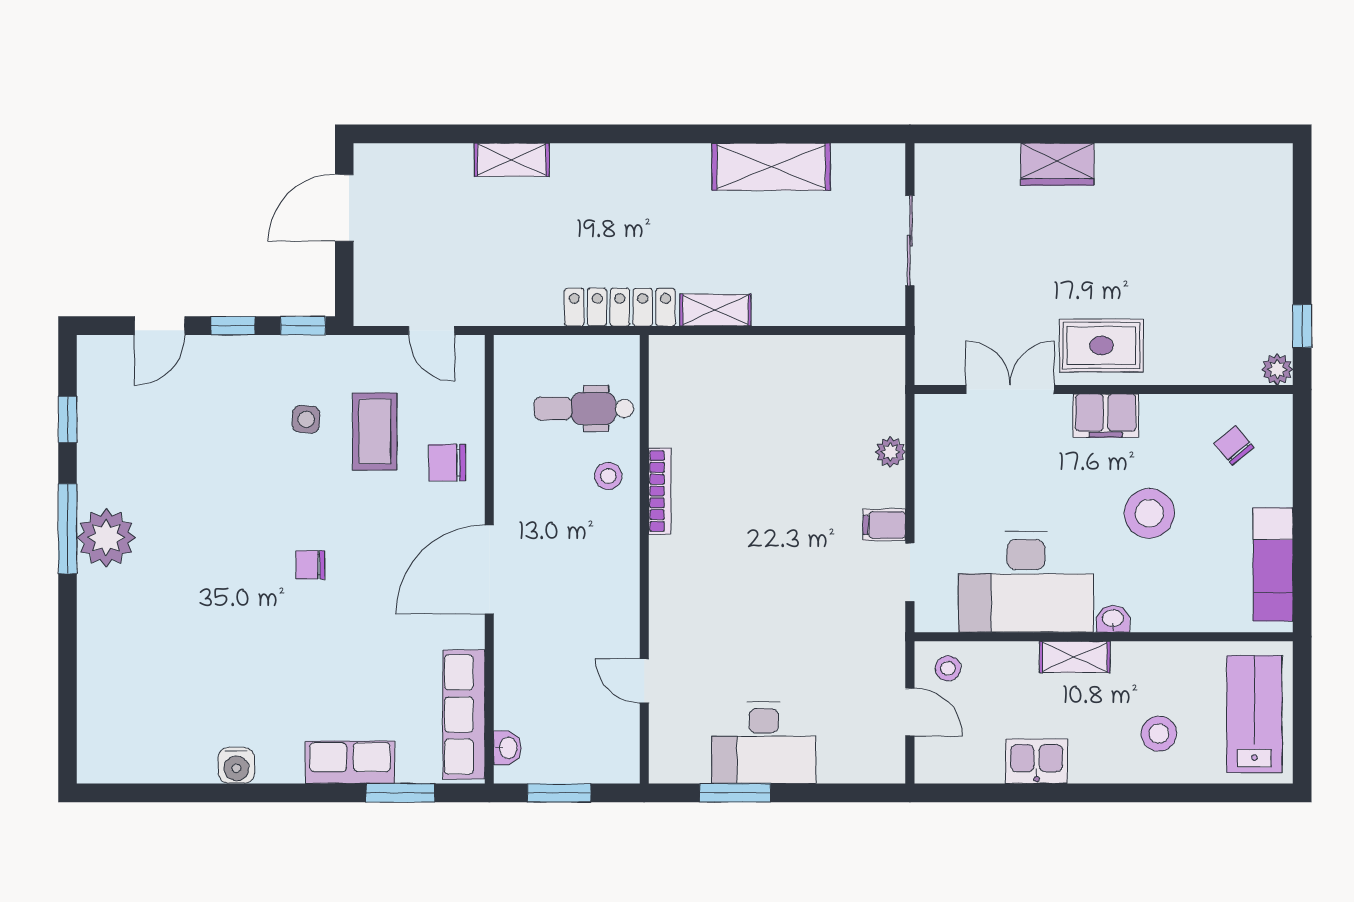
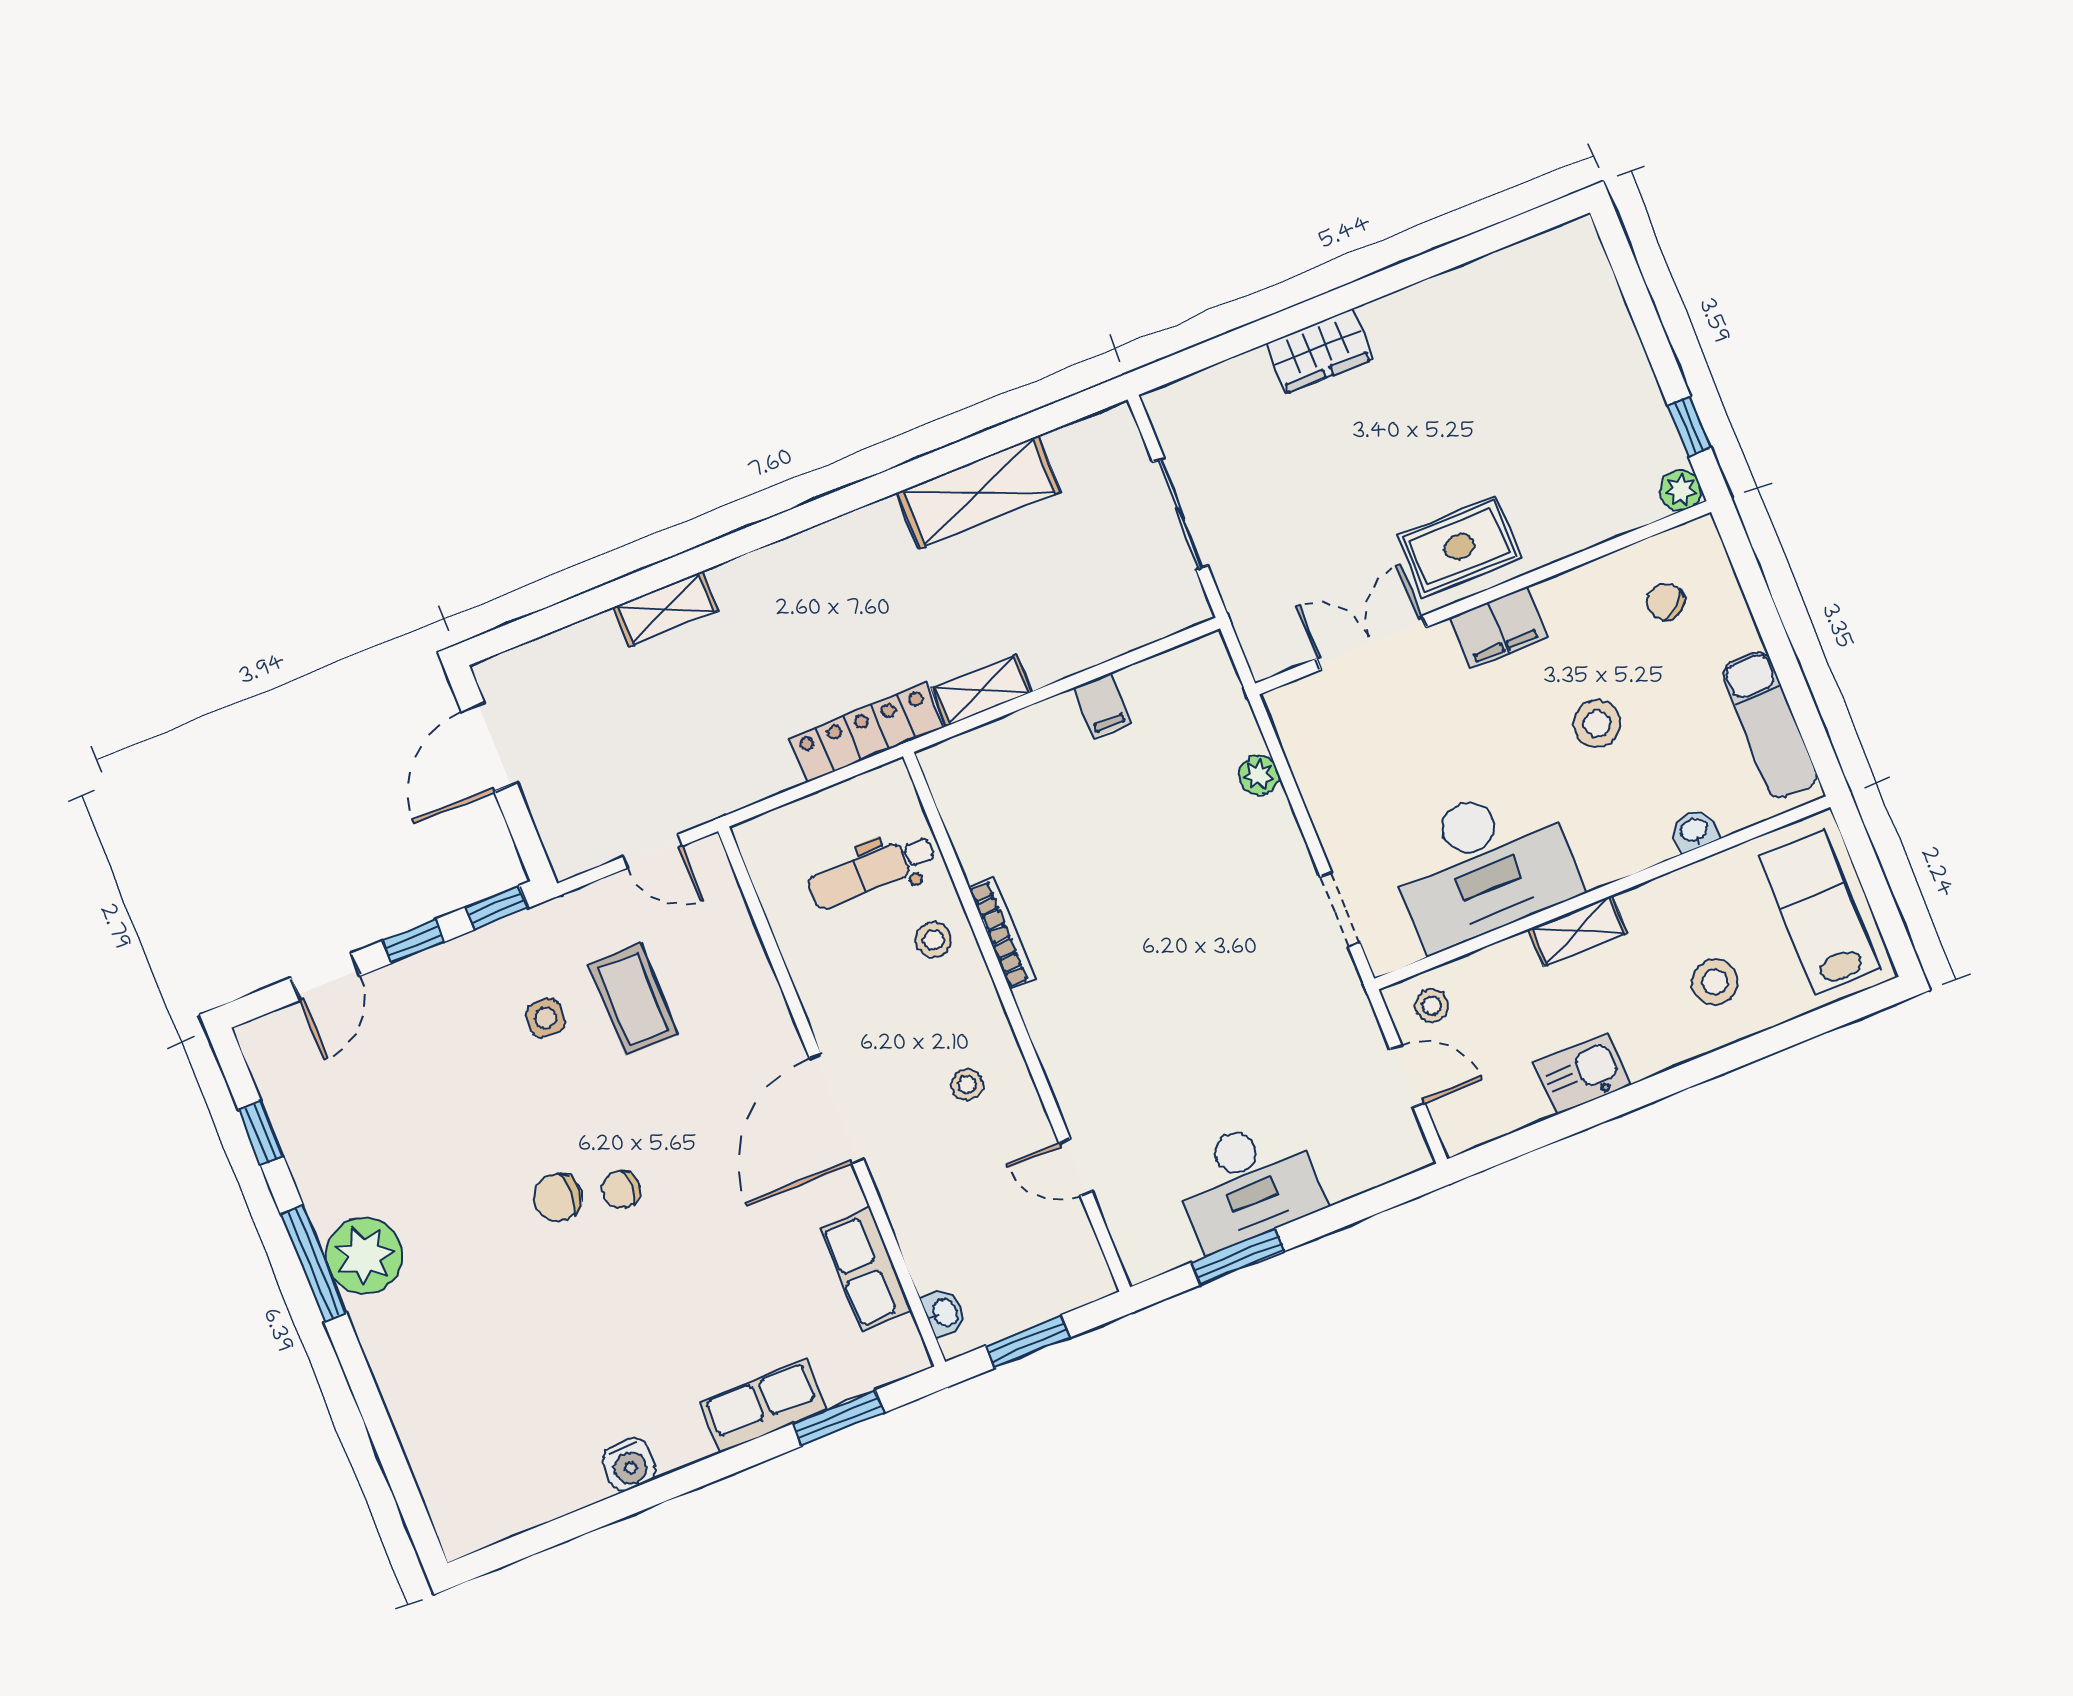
chair: (447, 463) -> (558, 1197), moved
stool: (1149, 513) -> (1597, 723), width x0.73, depth x0.73
filing cabinet: (884, 525) -> (1102, 705), moved, turned -90
stool: (590, 590) -> (967, 1085), added
washbasin: (1113, 619) -> (1694, 831), moved
row of seats: (464, 715) -> (866, 1269), width x0.68

